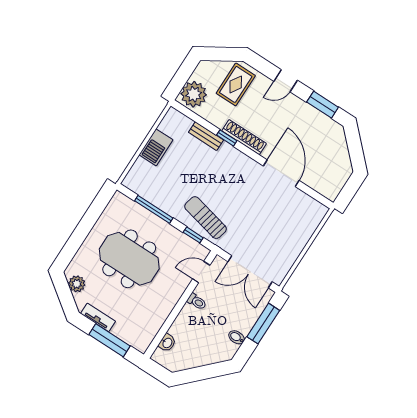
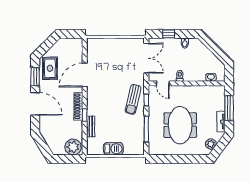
door: (286, 81) -> (35, 104), width x1.87
rug: (236, 84) -> (50, 68), moved, turned 90
window: (263, 324) -> (169, 34), width x0.46

